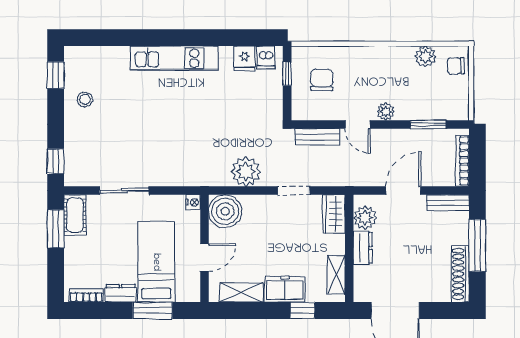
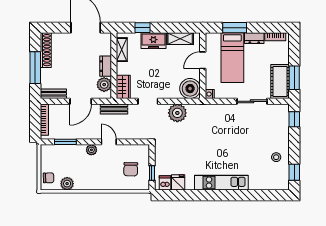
bench: (317, 137) -> (114, 109), moved
cot: (75, 215) -> (280, 82), width x1.37, depth x1.34

